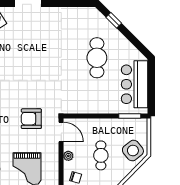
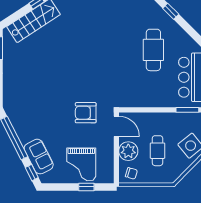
plant: (68, 156) -> (128, 151), width x1.88, depth x1.88

